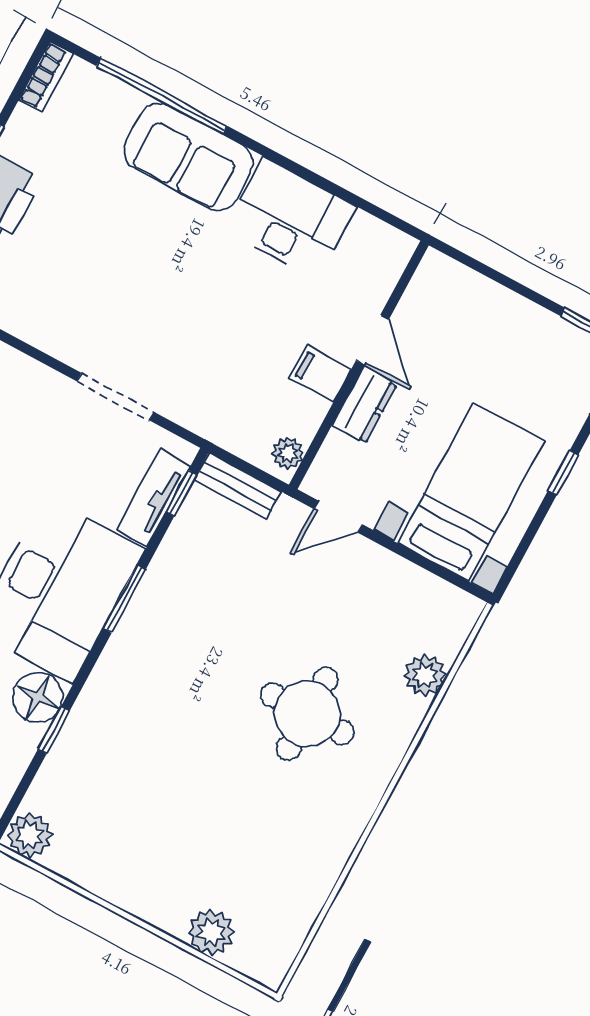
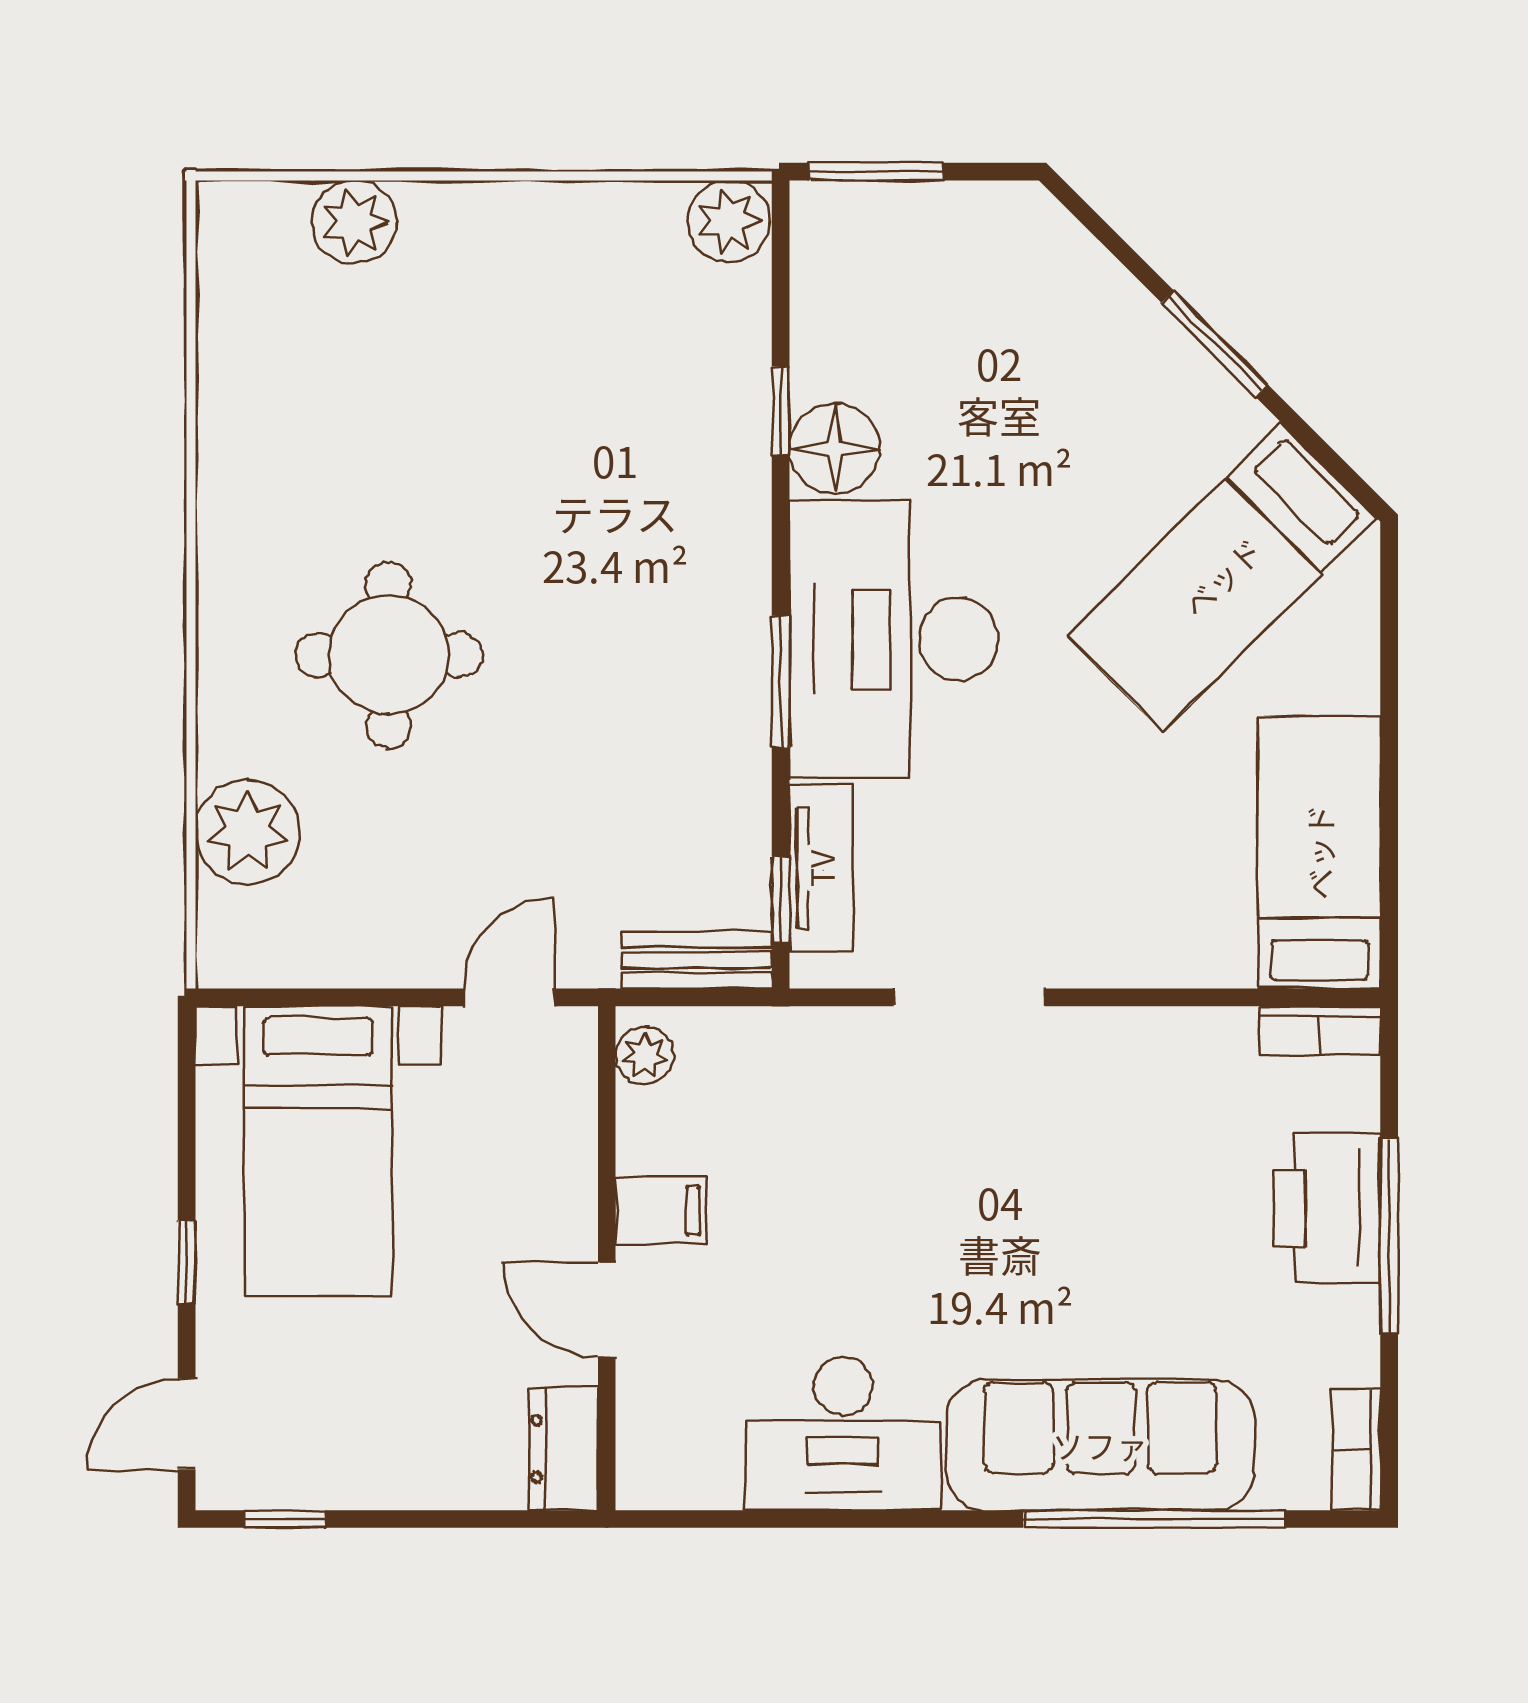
sofa: (188, 157) -> (1100, 1445), width x1.36
dresser: (364, 405) -> (563, 1449), moved
plant: (425, 675) -> (248, 832), width x1.36, depth x1.36

